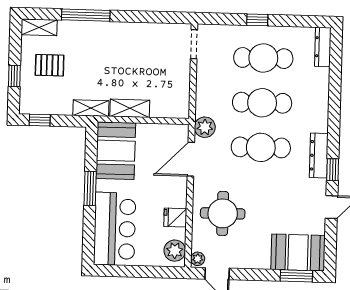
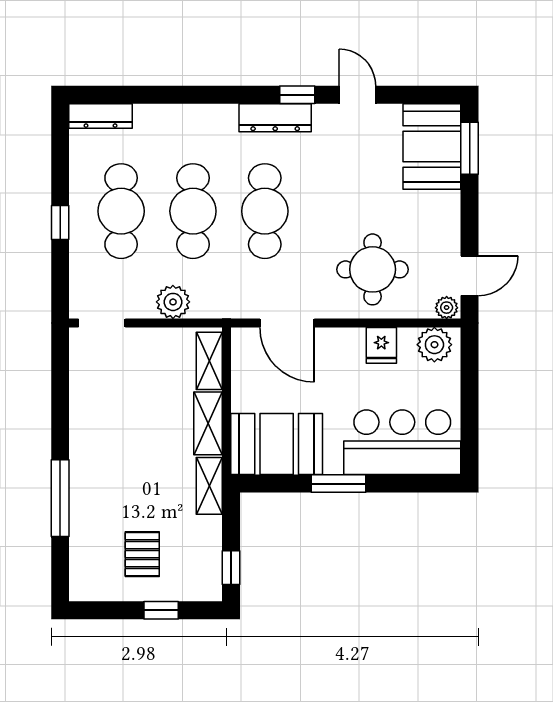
shelving: (39, 27) -> (209, 361), moved
plant: (205, 127) -> (173, 302), moved

